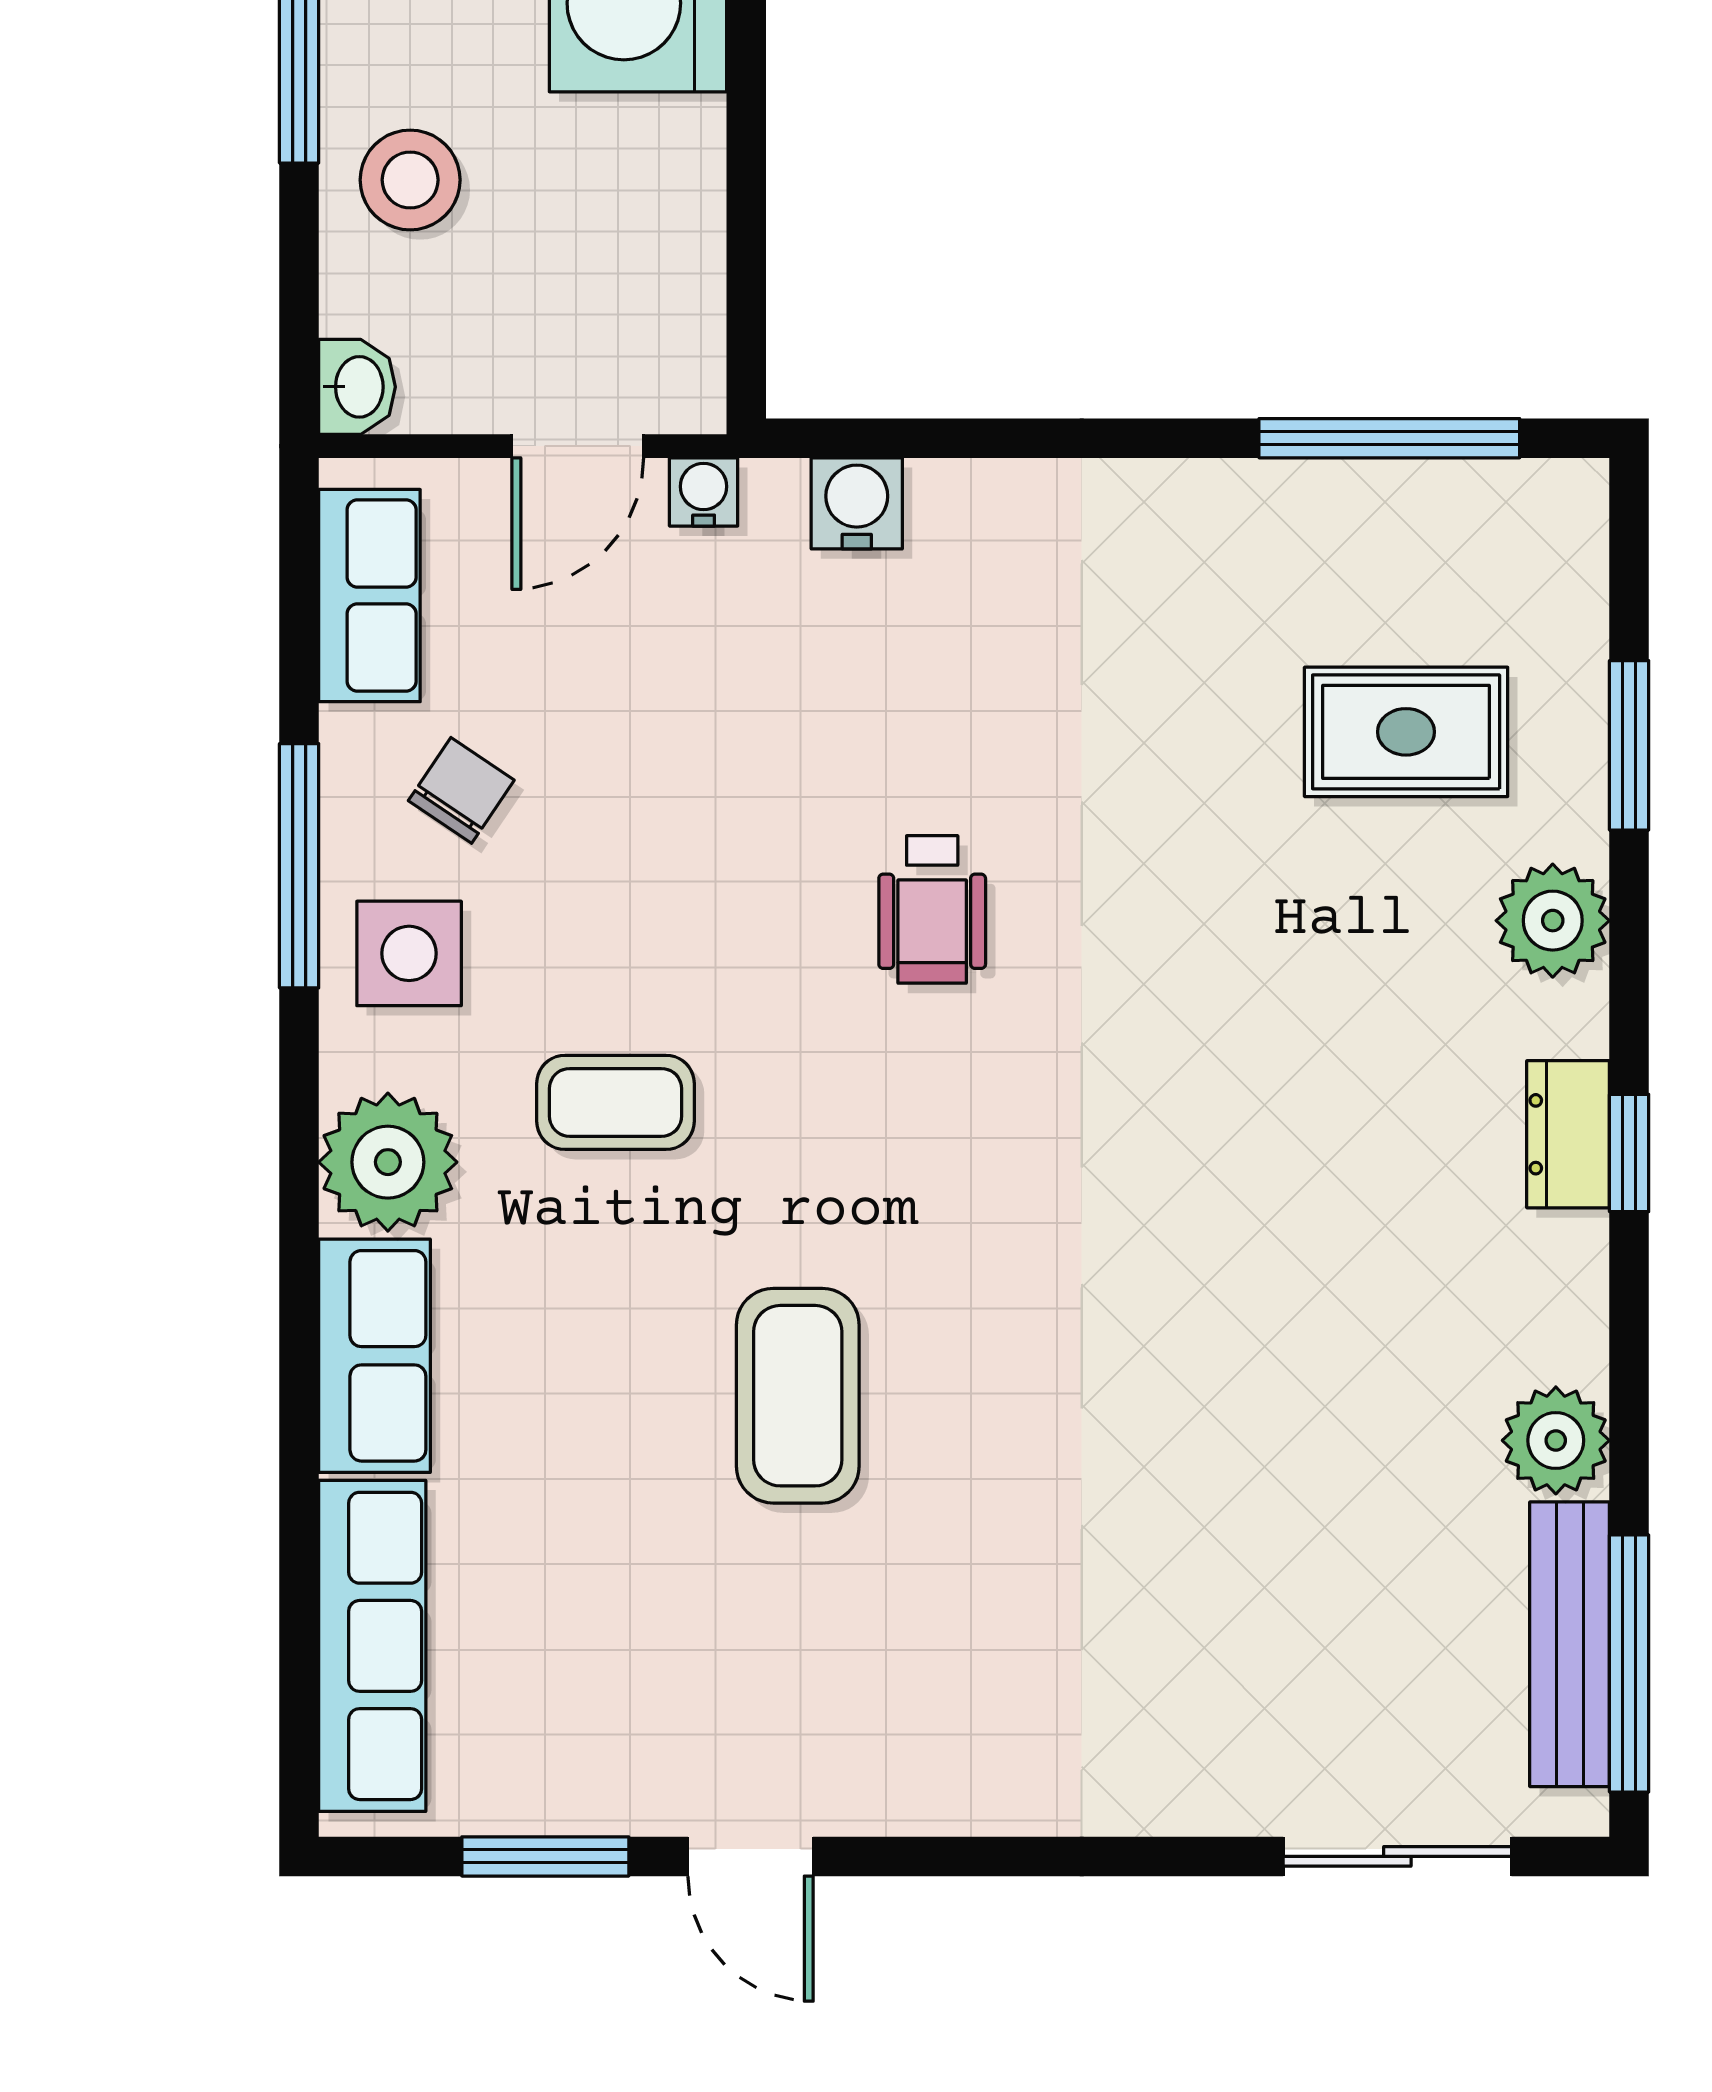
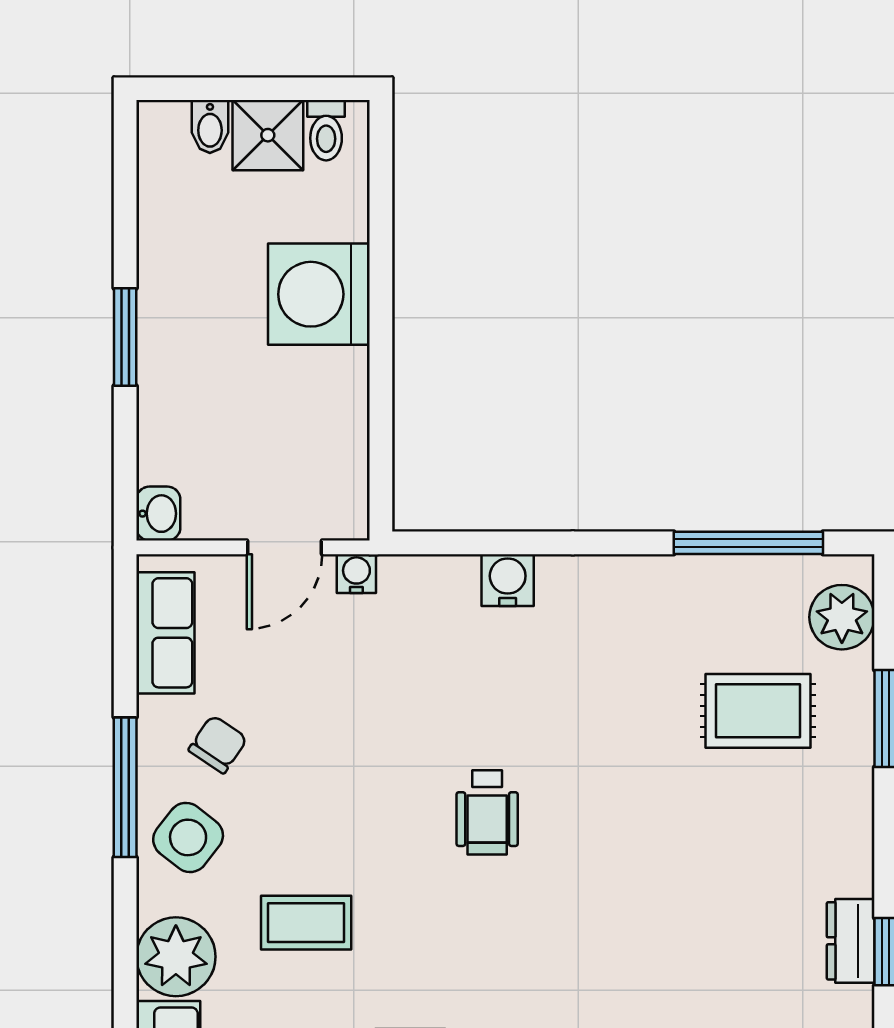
stool: (410, 180) -> (189, 395), removed
water cooler: (857, 503) -> (508, 580), moved
plant: (1553, 921) -> (842, 617), moved
side table: (409, 953) -> (188, 837), turned 38

